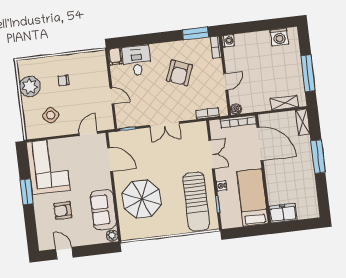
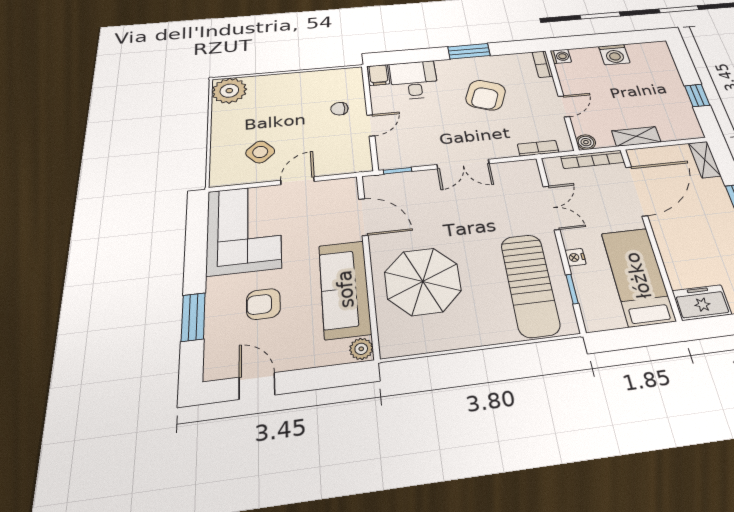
window: (195, 33) -> (469, 51), moved
washing machine: (279, 37) -> (614, 55), moved
window: (308, 73) -> (697, 95), width x0.46
chair: (64, 80) -> (339, 109), moved
plant: (30, 87) -> (229, 91), moved
door: (112, 96) -> (371, 125), hinge flipped
shelving: (284, 103) -> (636, 136), moved
door: (88, 134) -> (297, 181), moved
door: (260, 144) -> (636, 191), hinge flipped
window: (27, 192) -> (193, 317), moved
sofa: (103, 210) -> (345, 289), width x1.36

